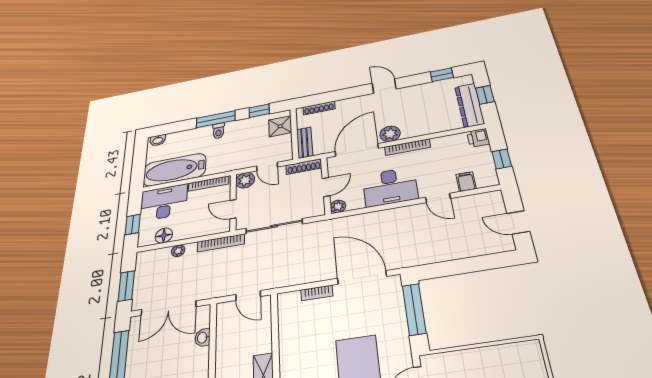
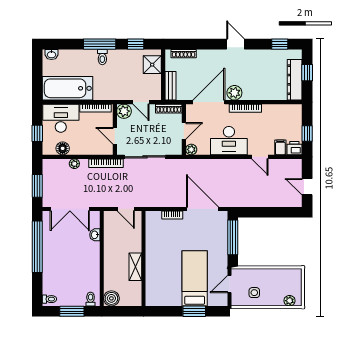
printer: (478, 138) -> (294, 148), moved, turned 90

